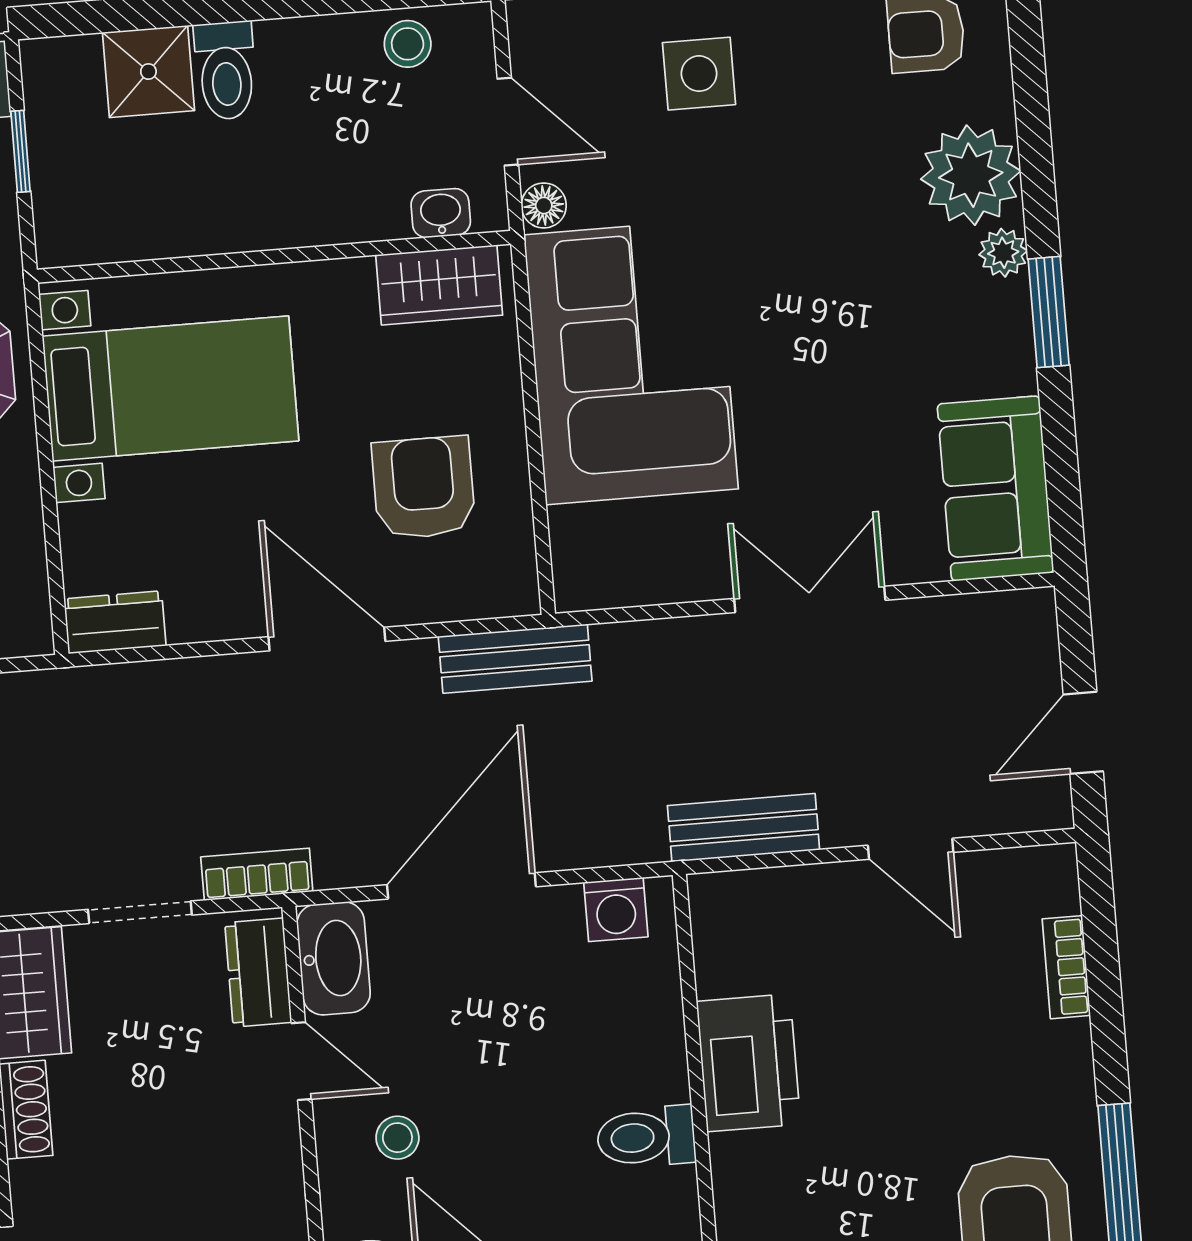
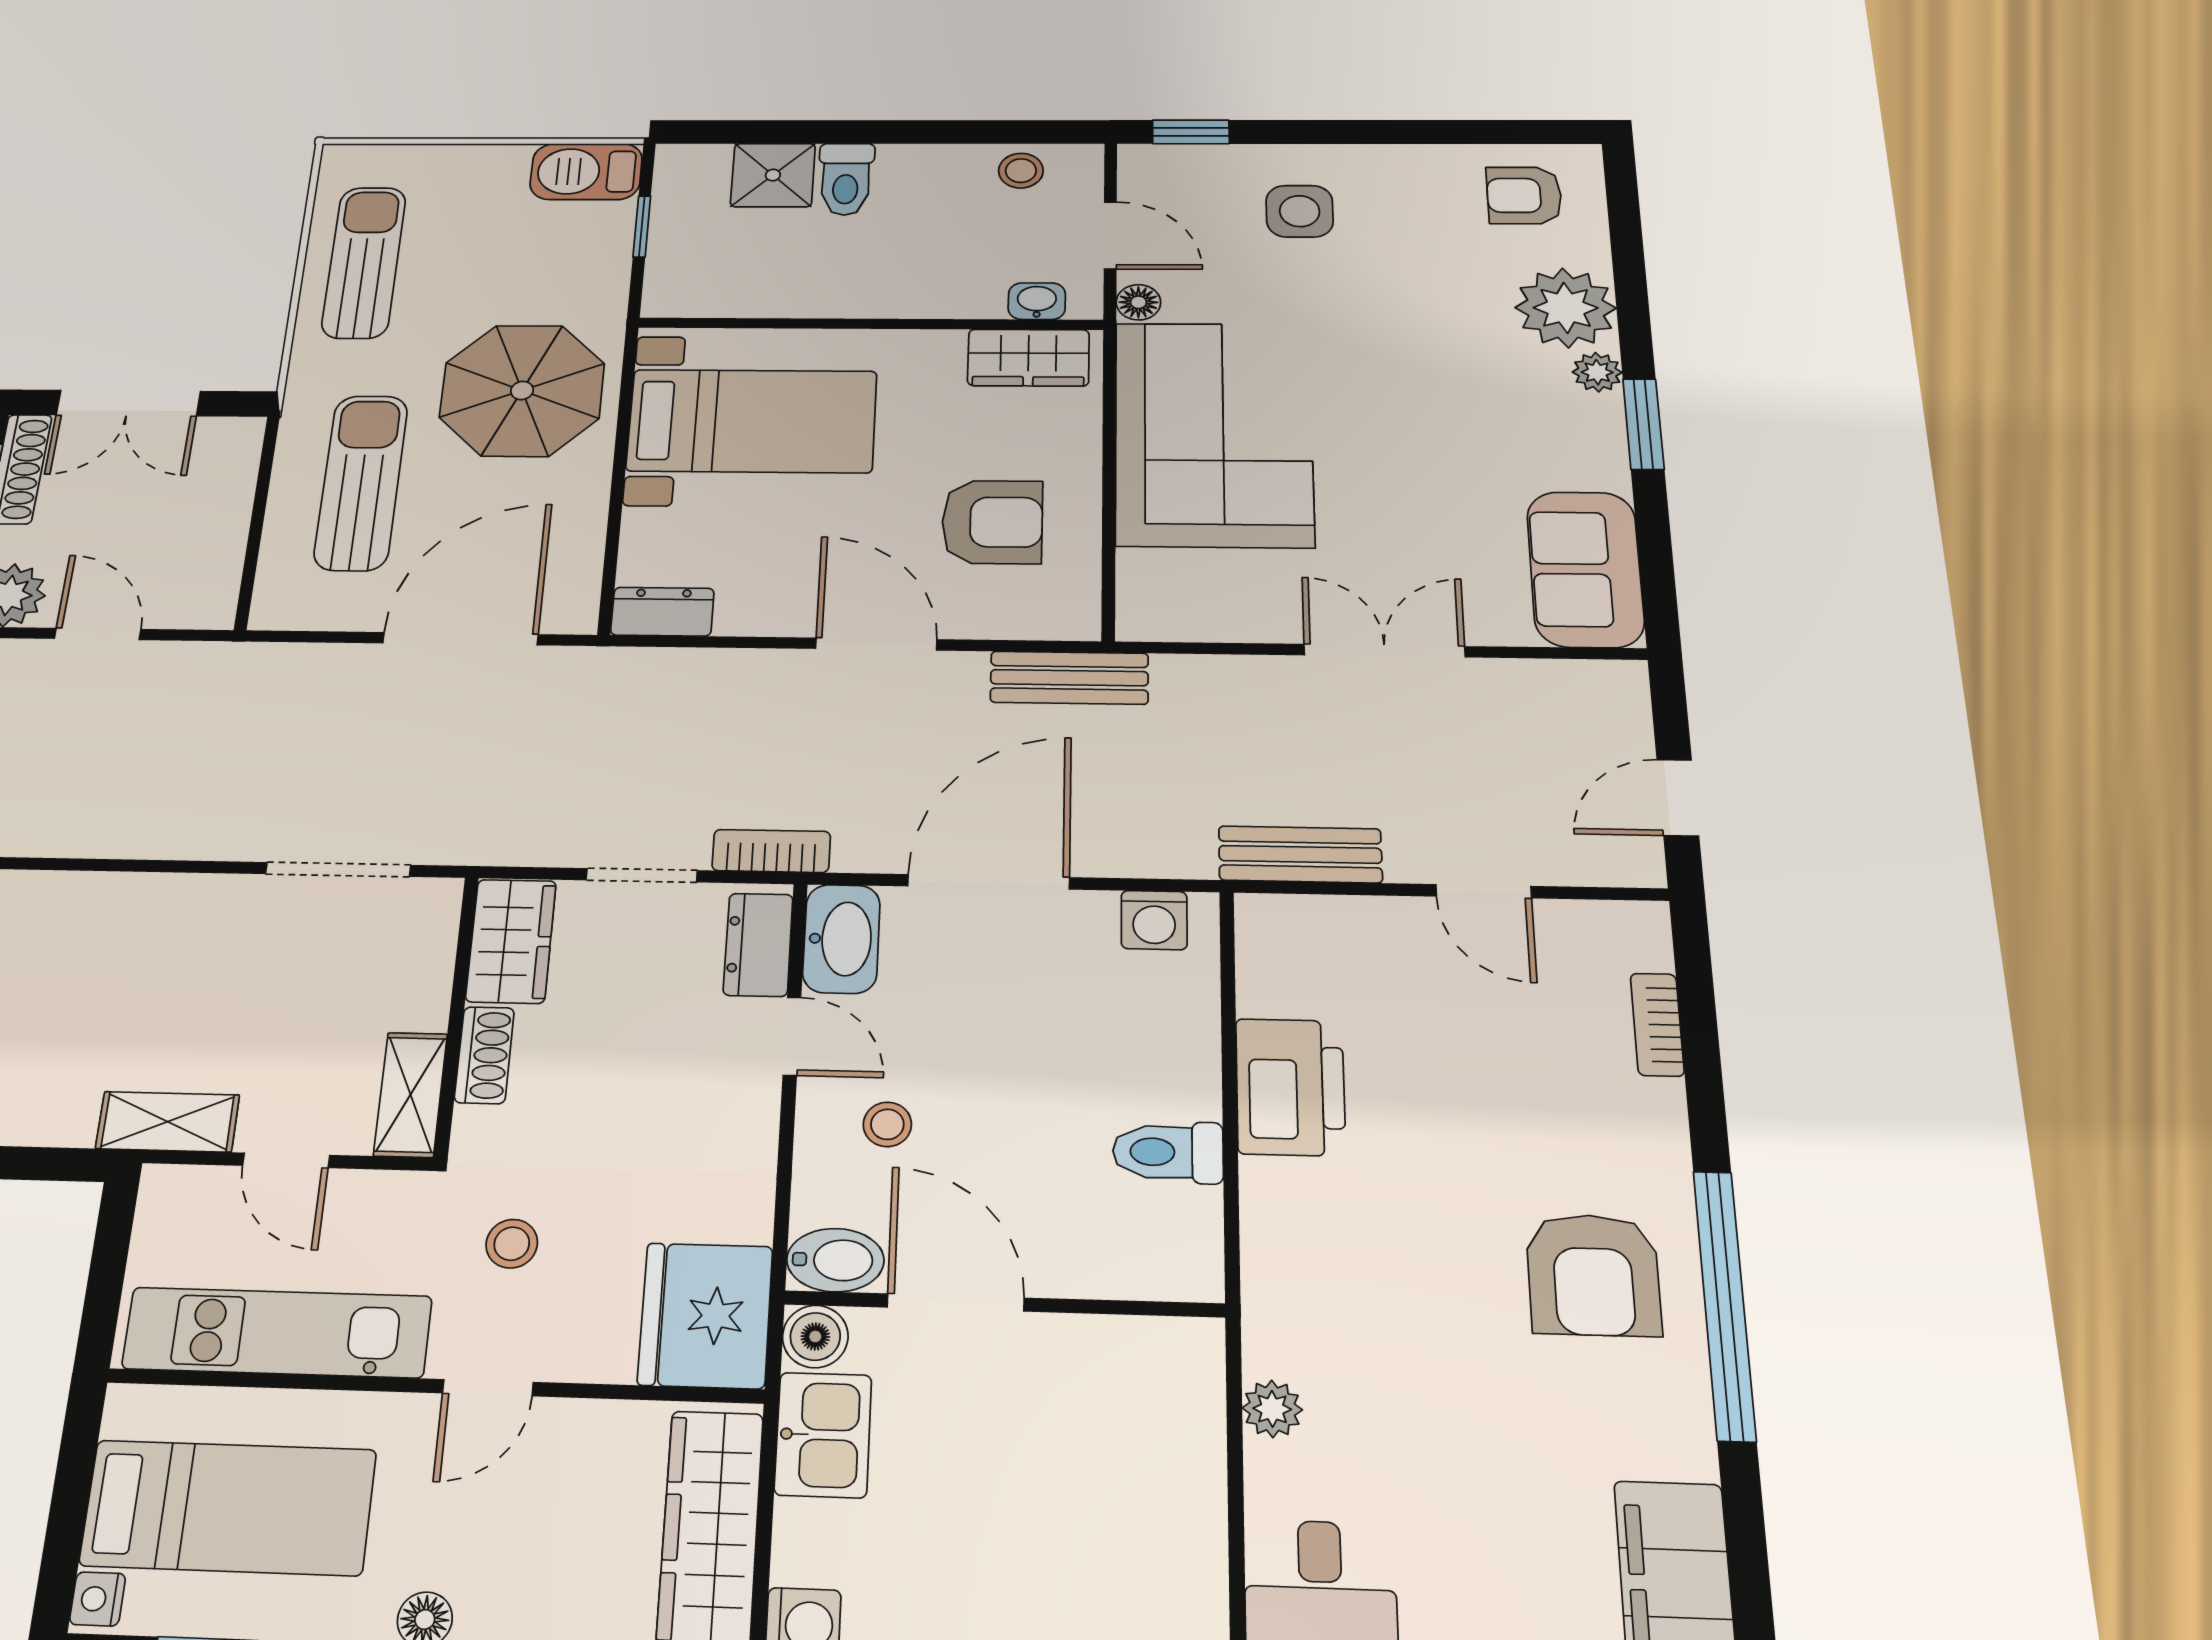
armchair: (424, 488) -> (992, 522), turned 90

